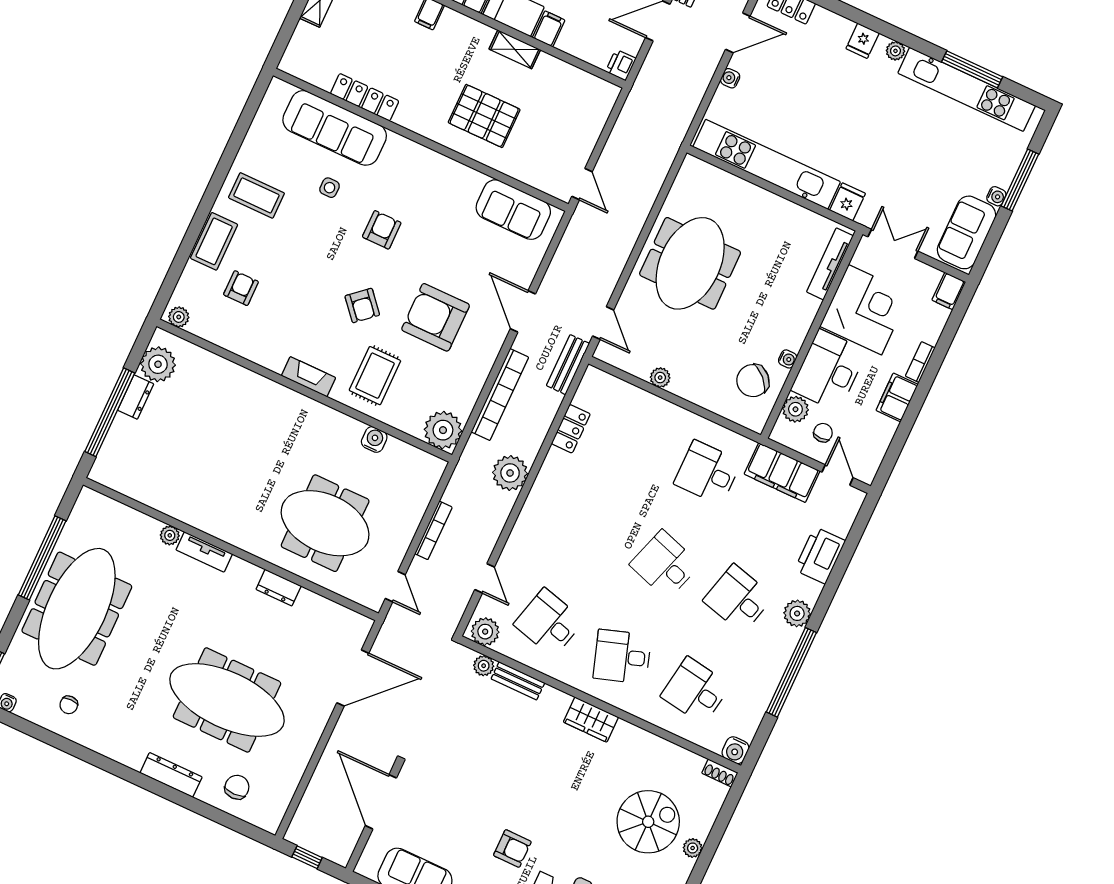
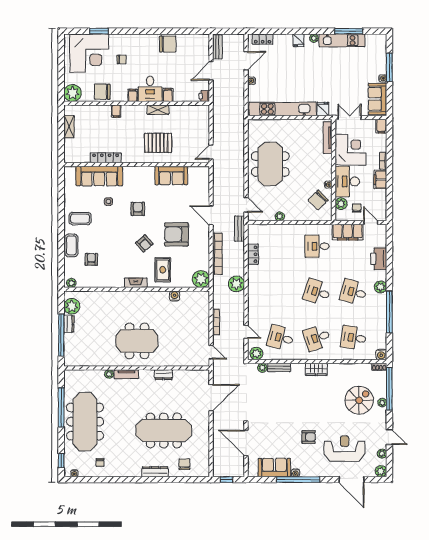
kitchen unit: (967, 89) -> (342, 40), width x0.73
door: (582, 184) -> (211, 152), swing flipped
sofa: (513, 210) -> (171, 176), moved
meeting table: (325, 523) -> (137, 341), moved
window: (720, 827) -> (389, 389), added

